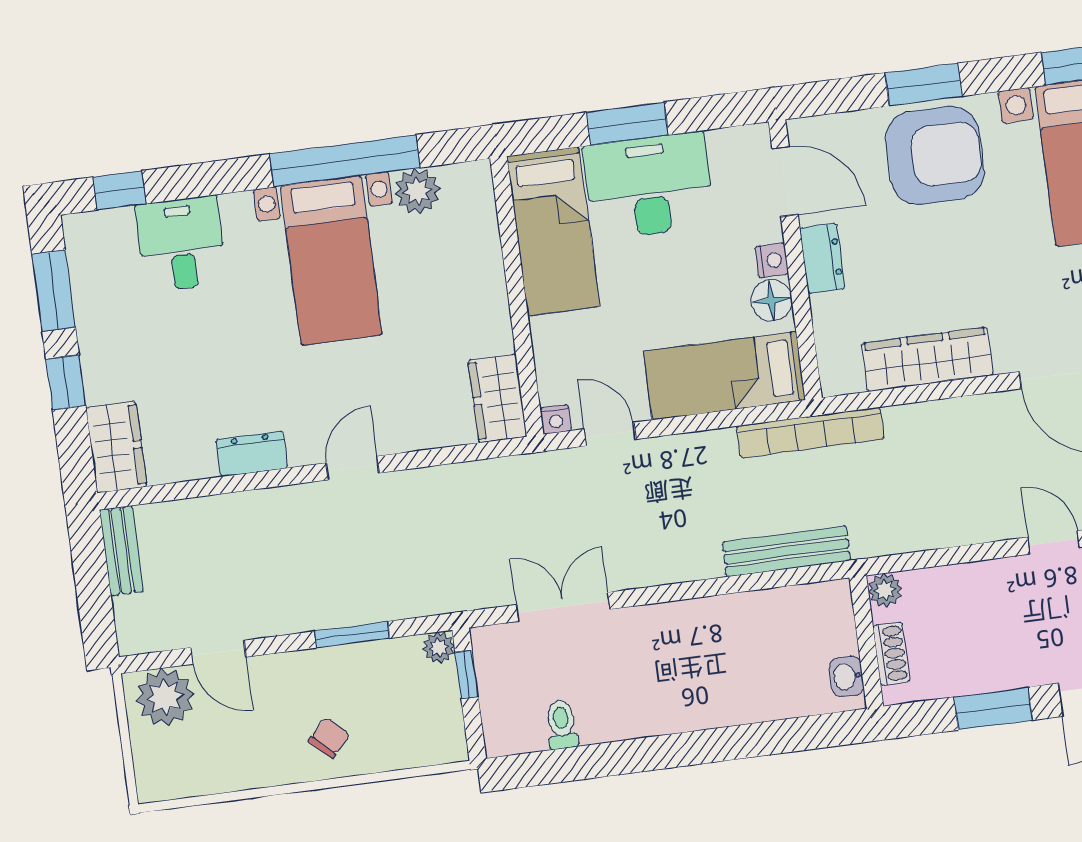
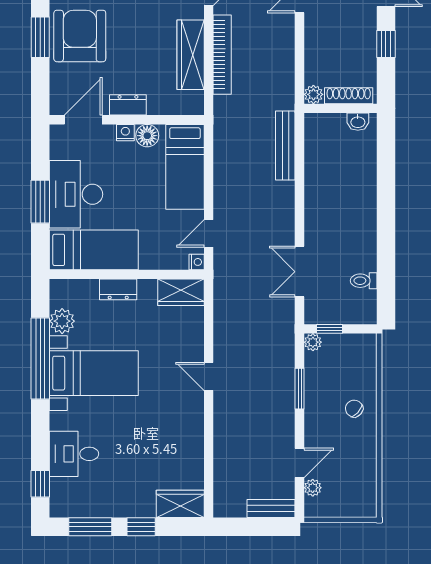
bookcase: (810, 433) -> (222, 55), moved
dresser: (252, 454) -> (118, 289), moved, turned -90
bench: (121, 551) -> (271, 509), moved
shoe rack: (891, 654) -> (349, 96), width x1.43
plant: (165, 697) -> (313, 488), width x0.53, depth x0.53
window: (993, 709) -> (386, 44), width x0.67

